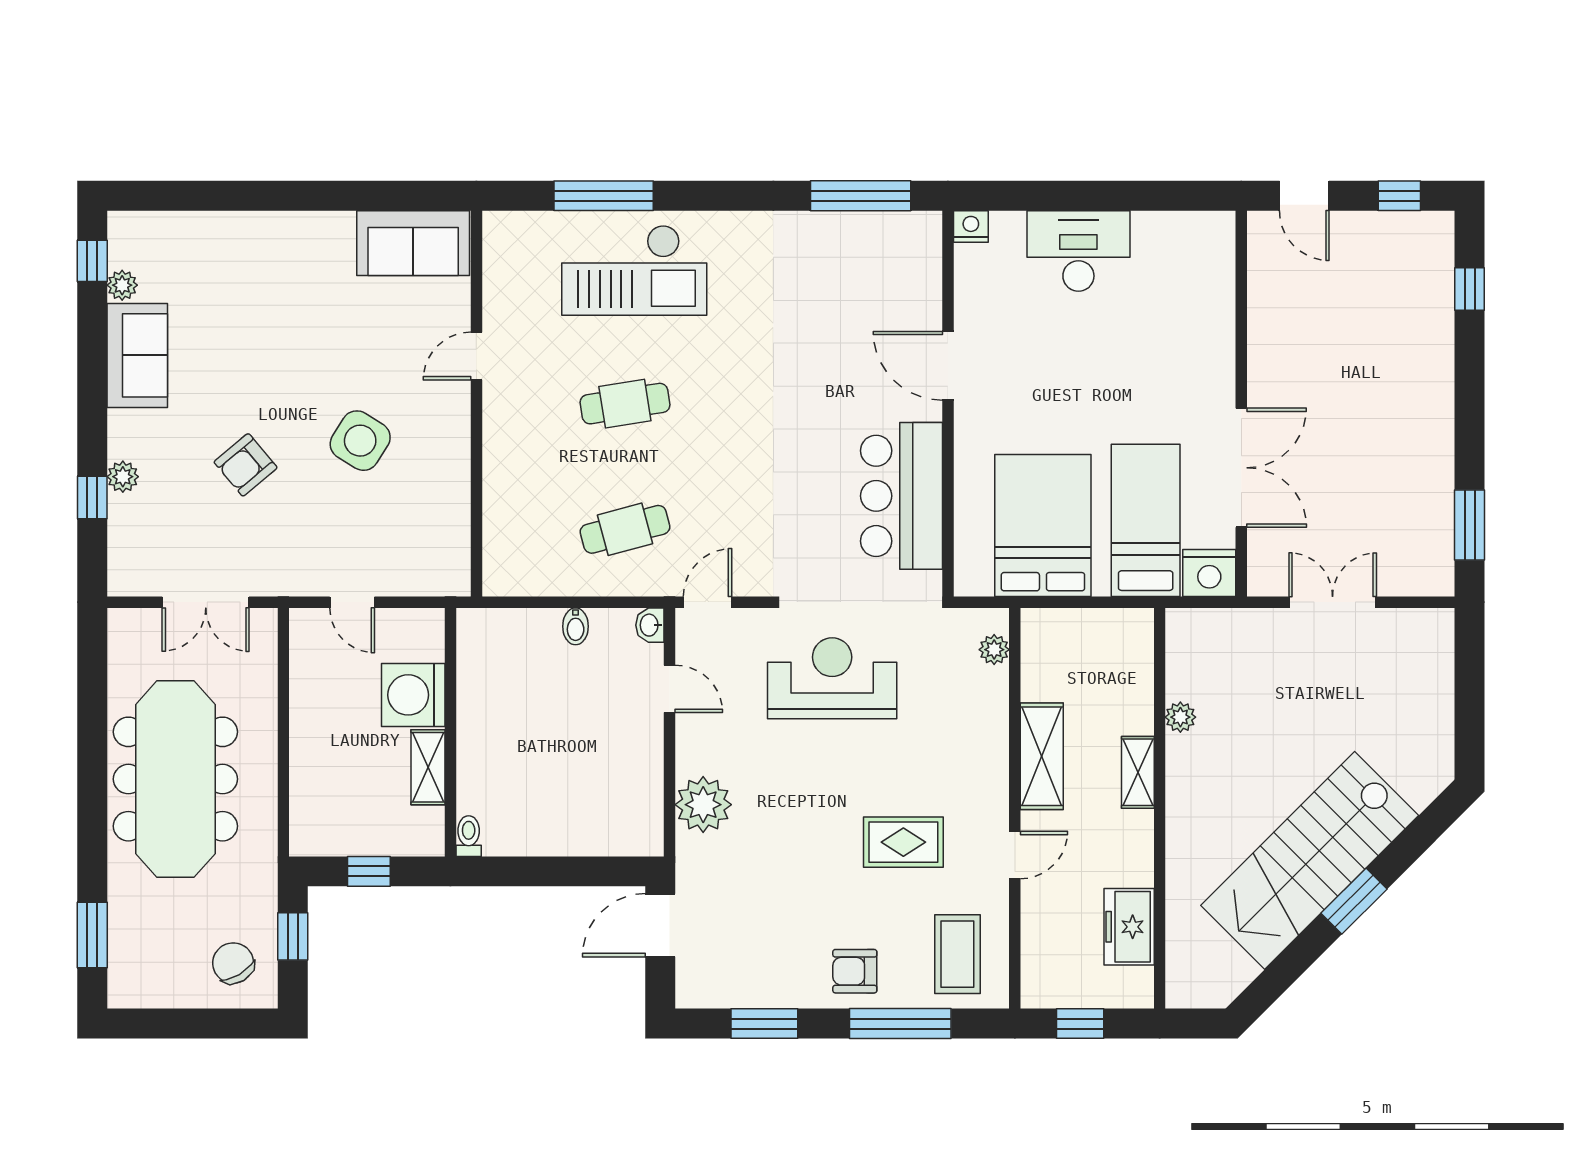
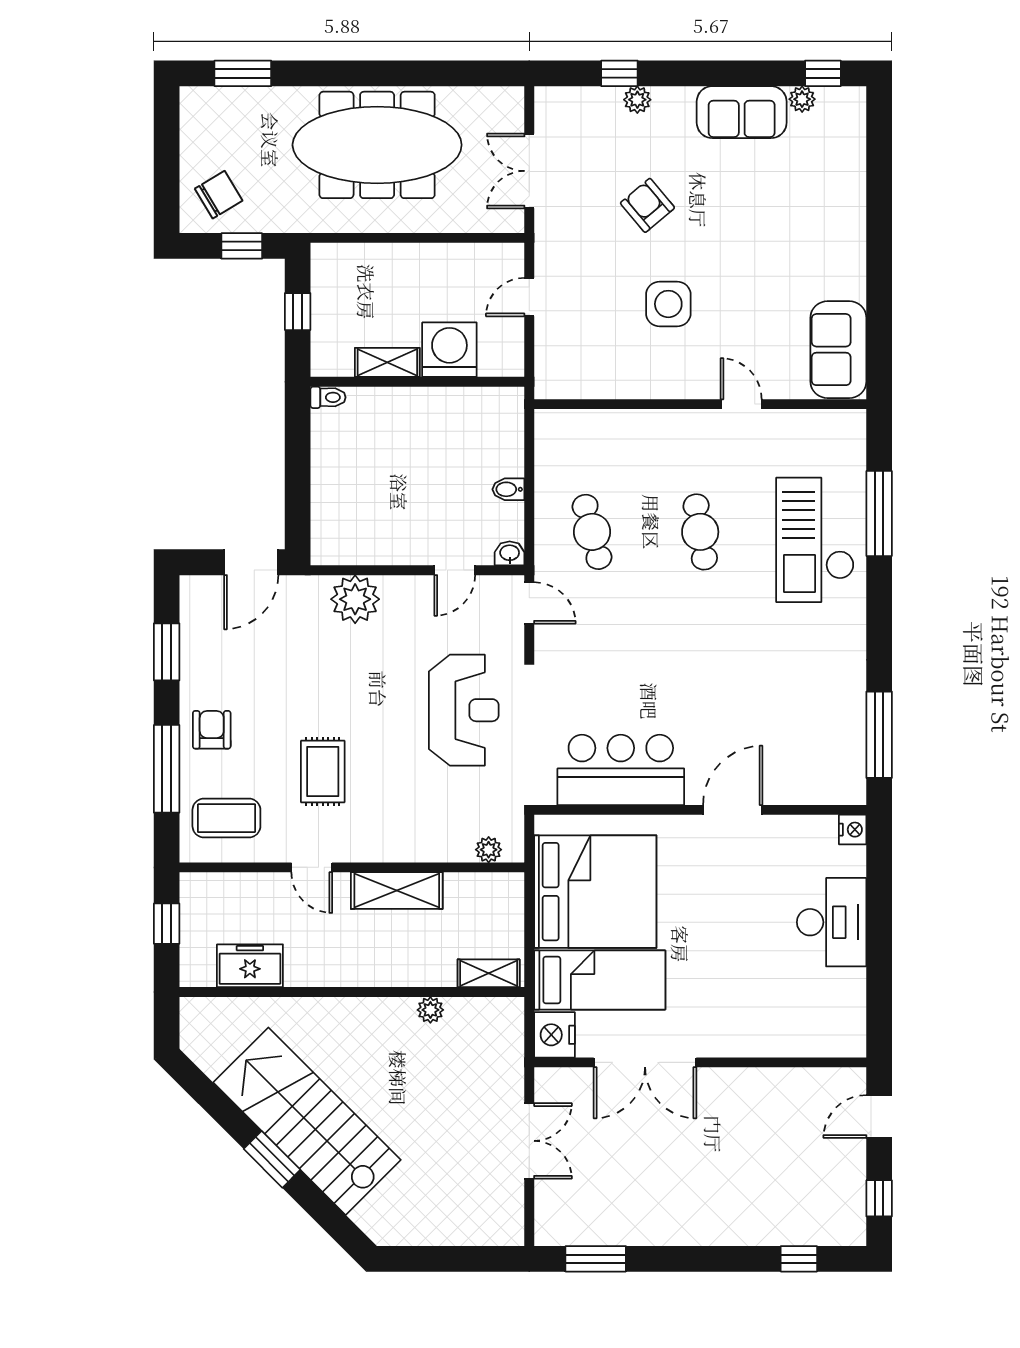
side table: (360, 441) -> (668, 304), turned -32
bed: (1043, 526) -> (595, 892), width x1.36
shelving: (1138, 772) -> (489, 973), moved
door: (660, 925) -> (251, 562), swing flipped

